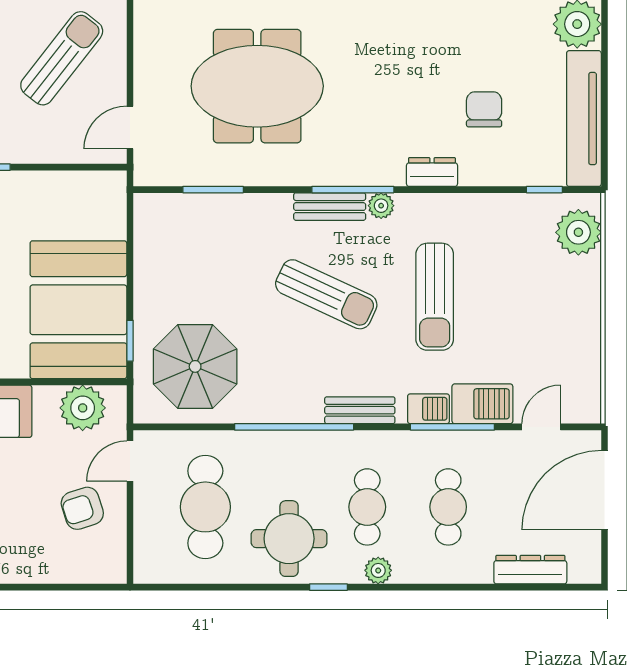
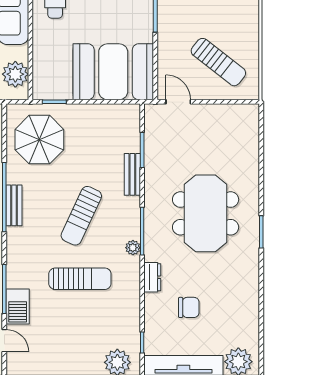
meeting table: (257, 86) -> (206, 213), moved
bench: (330, 207) -> (132, 174), moved
sun lounger: (435, 297) -> (80, 279), turned 180
booth: (78, 310) -> (113, 72), moved
barbecue: (428, 409) -> (15, 275), removed
bench: (360, 410) -> (14, 205), moved

